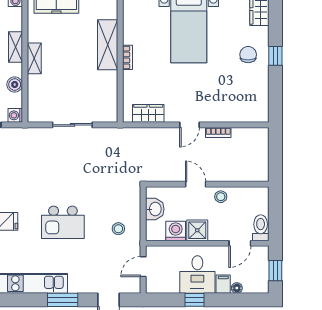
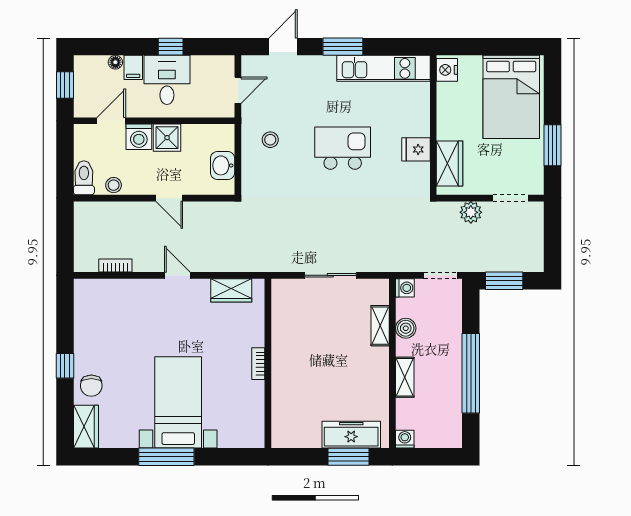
shelving: (108, 45) -> (284, 380), removed
chair: (248, 55) -> (91, 386), moved
shelving: (34, 58) -> (380, 326), moved
door: (189, 125) -> (177, 275), hinge flipped
bookcase: (218, 132) -> (115, 266), moved
stool: (221, 197) -> (114, 185), moved
toilet: (261, 228) -> (84, 178), moved, turned 180
washing machine: (176, 231) -> (139, 137), moved

